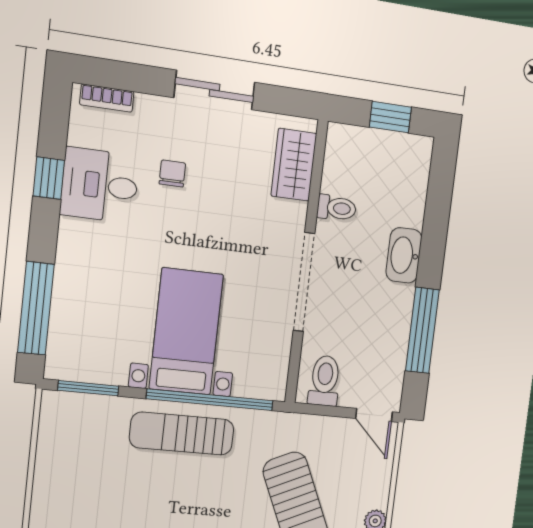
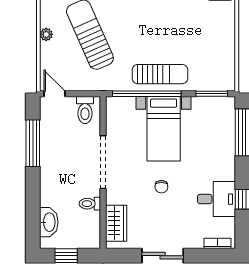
chair: (172, 174) -> (161, 187), moved
washbasin: (404, 255) -> (49, 222), moved

